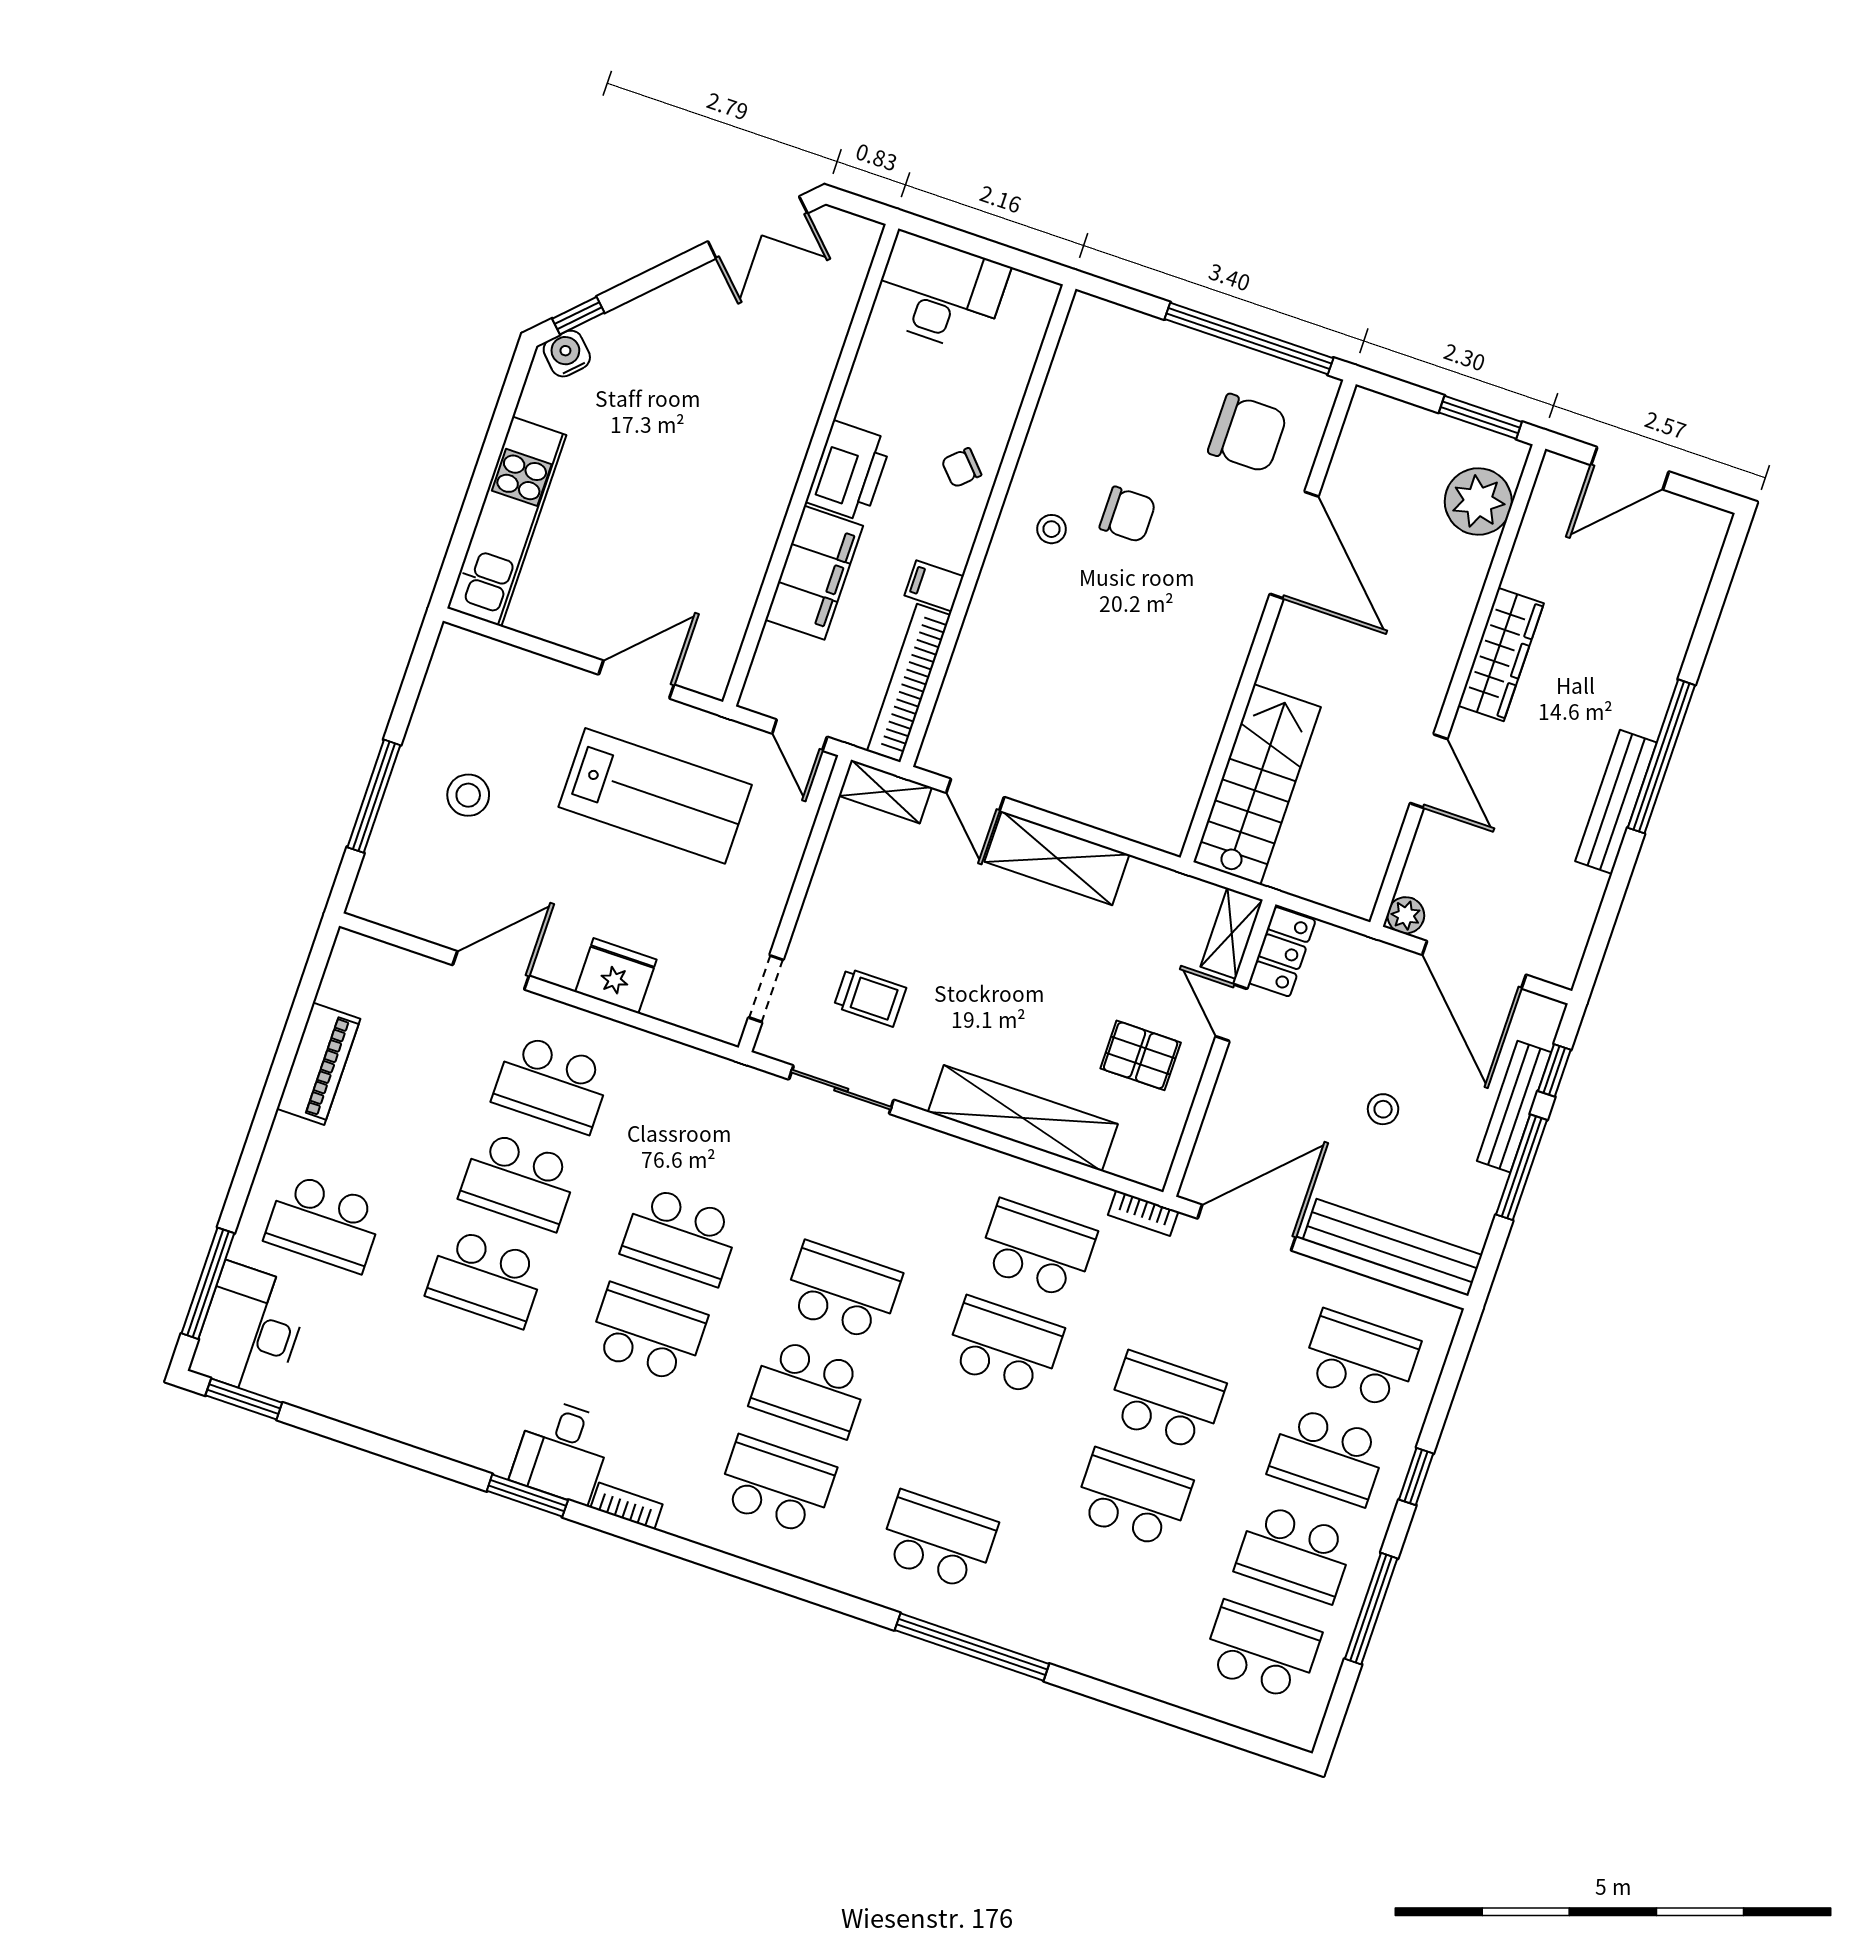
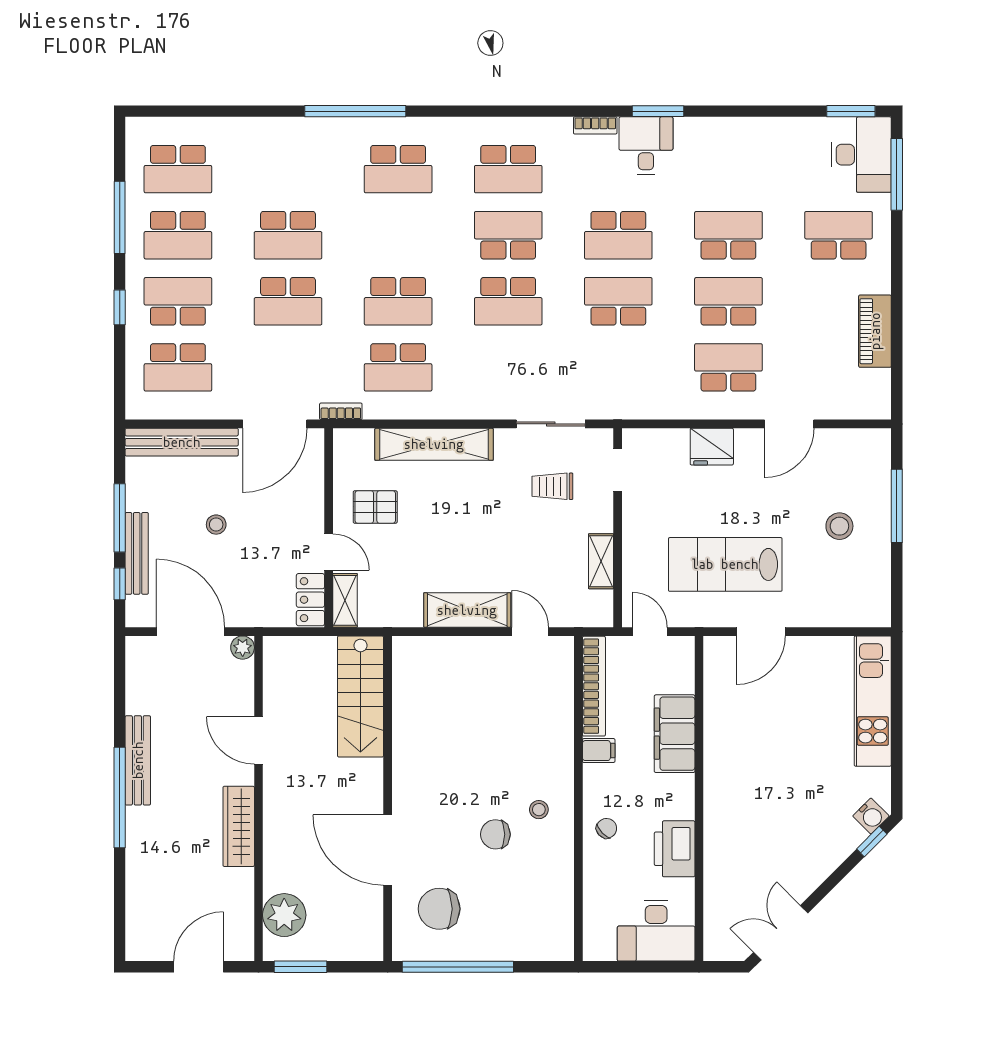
printer: (849, 471) -> (675, 849), moved
shelving: (885, 792) -> (601, 561), moved, turned 90
school desk: (1295, 1553) -> (178, 235), turned 180

